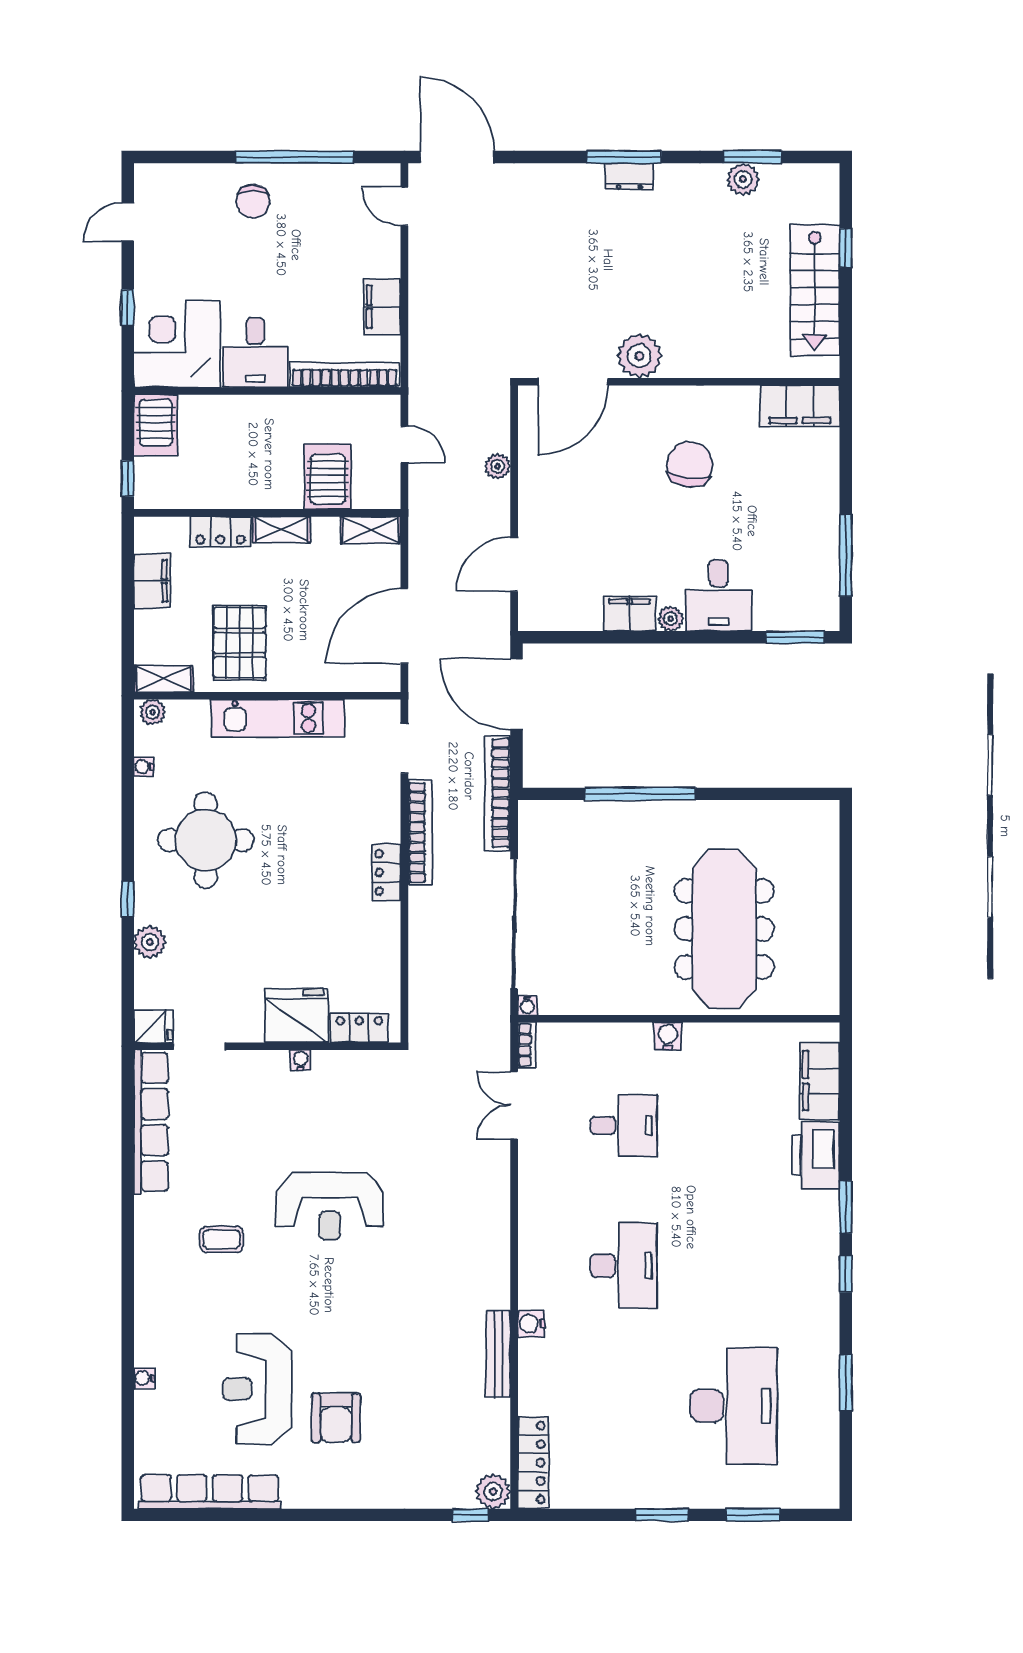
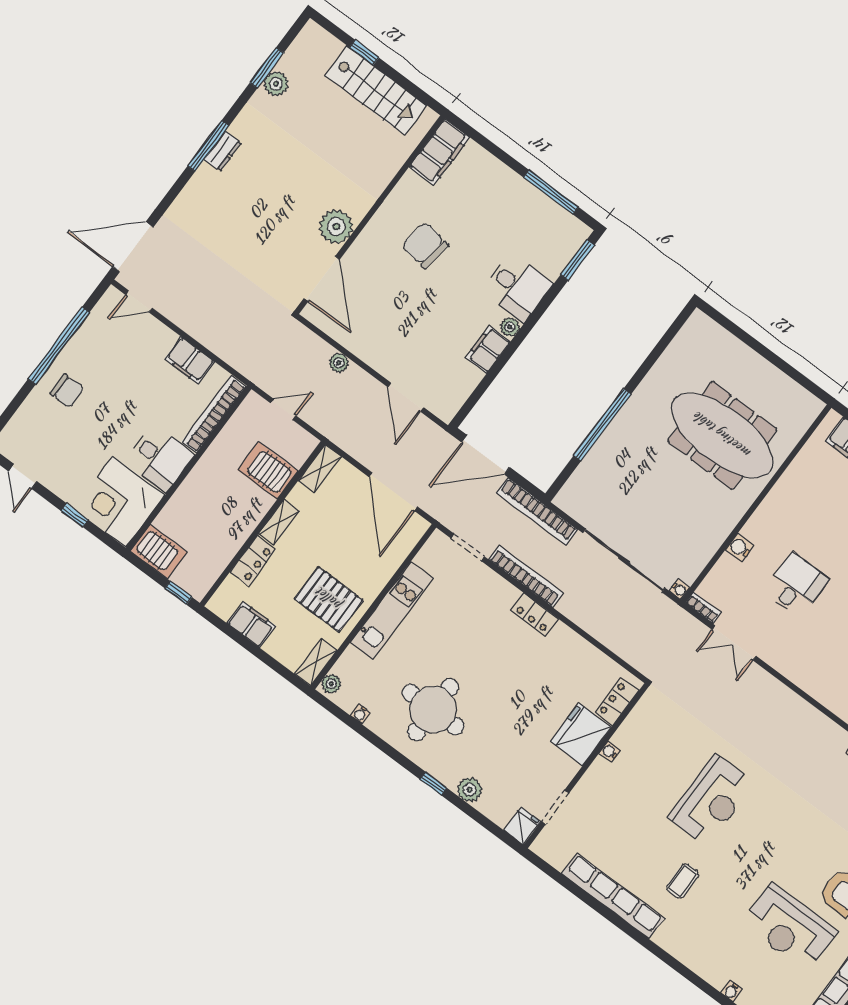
water cooler: (668, 1036) -> (740, 548), moved
row of seats: (151, 1122) -> (613, 896), moved

